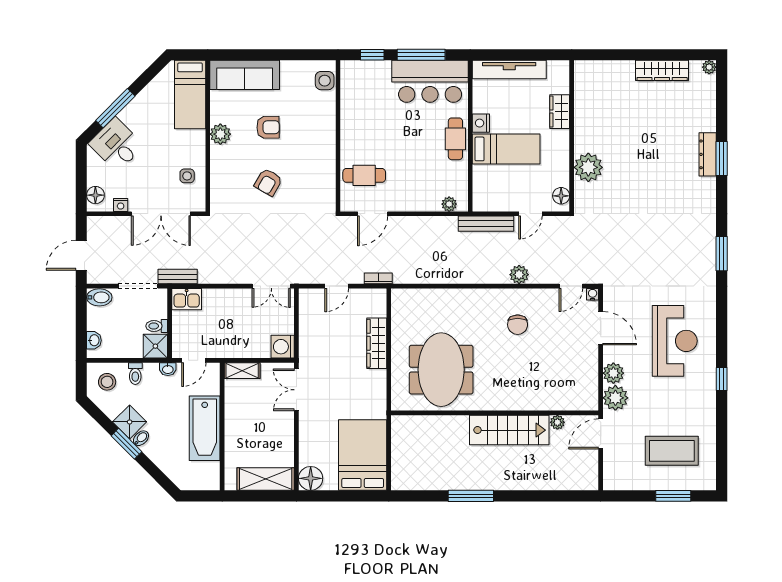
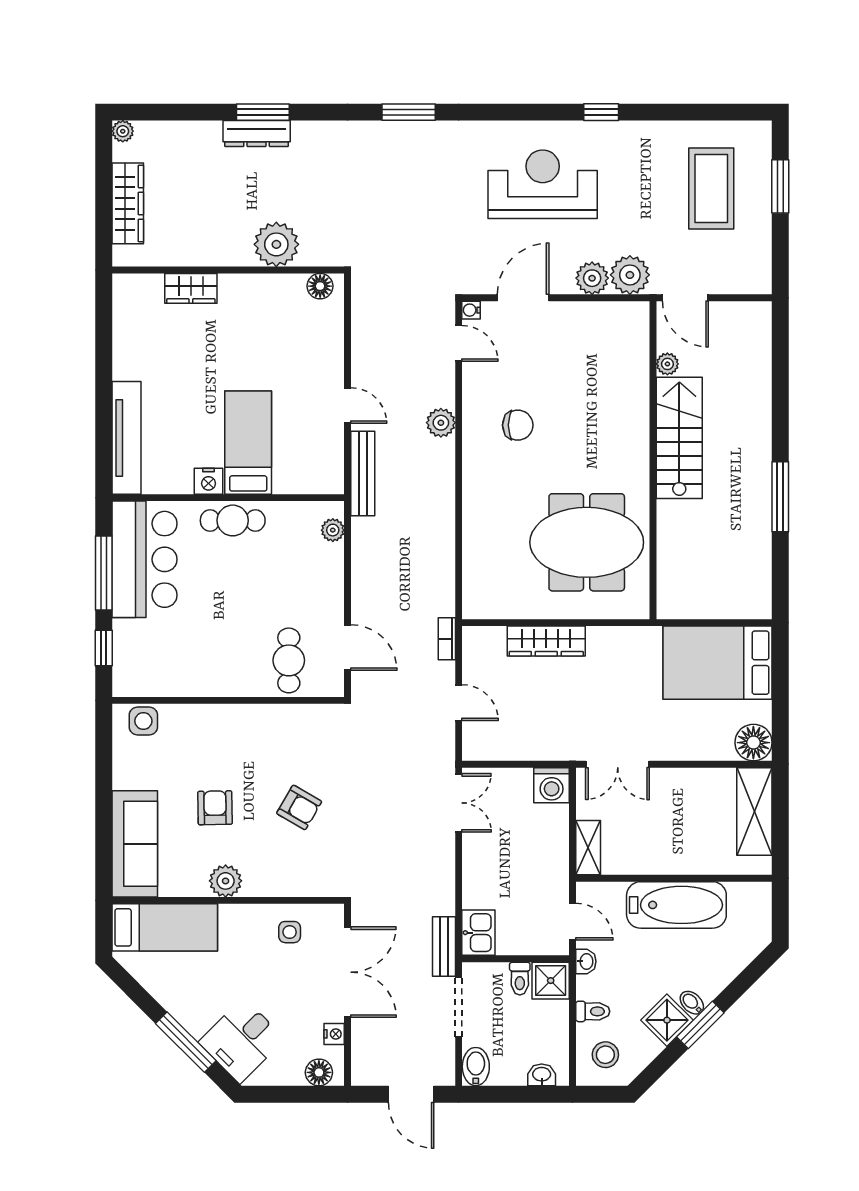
wardrobe: (560, 112) -> (191, 288), moved
wall: (572, 136) -> (228, 270), moved
plant: (588, 167) -> (276, 244), moved
floor lamp: (561, 196) -> (320, 286), moved

